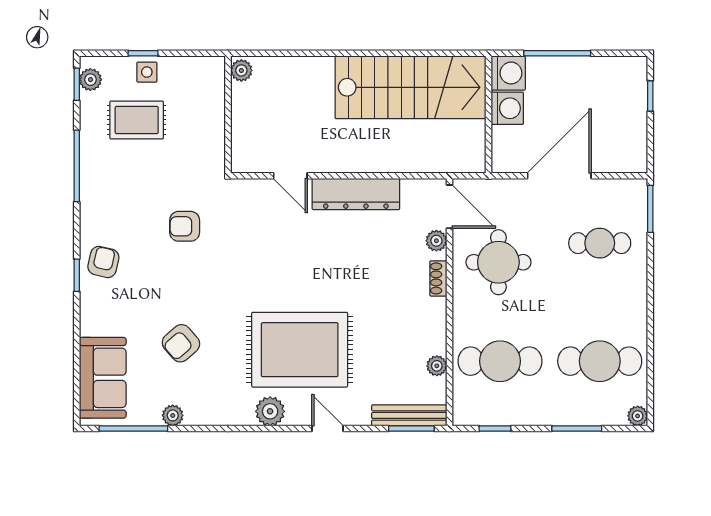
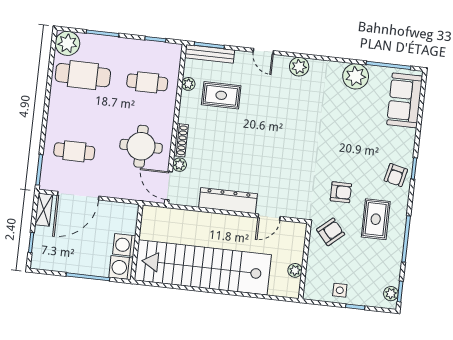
plant: (241, 70) -> (295, 270), moved
side table: (147, 72) -> (340, 290), moved
stairs: (411, 87) -> (203, 267), width x1.36
rug: (137, 120) -> (376, 219), moved, turned 90
shelving: (637, 148) -> (44, 210), added
door: (290, 176) -> (269, 217), swing flipped
door: (559, 176) -> (78, 196), moved
shoe rack: (438, 278) -> (181, 140), width x1.43
armchair: (181, 343) -> (331, 232), moved
rug: (300, 350) -> (221, 95), moved, width x0.54, depth x0.49
cafe table: (500, 361) -> (147, 82), width x0.73, depth x0.74
plant: (173, 415) -> (356, 76), width x1.88, depth x1.88
plant: (638, 416) -> (67, 43), width x1.87, depth x1.87

